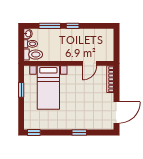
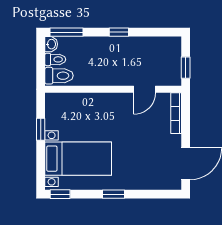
window: (50, 26) -> (66, 32), moved
window: (117, 49) -> (186, 68), added
bed with nightstands: (48, 88) -> (78, 159), moved, turned -90
window: (79, 133) -> (113, 194), moved

